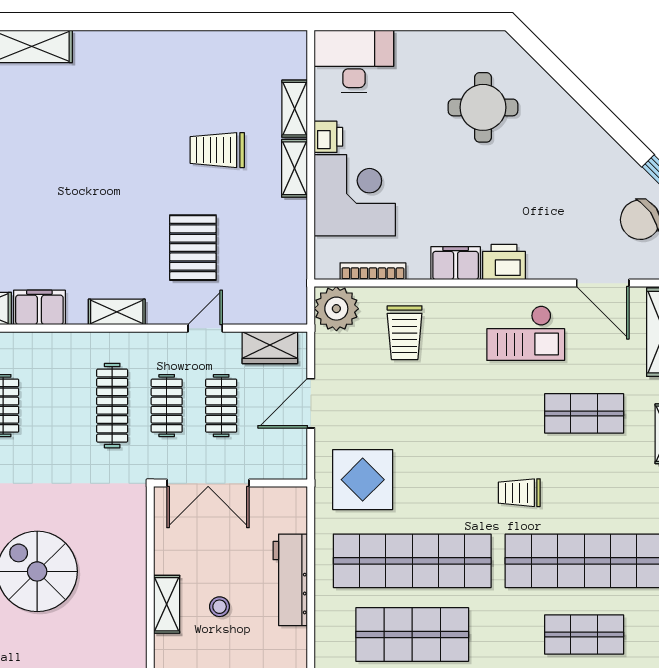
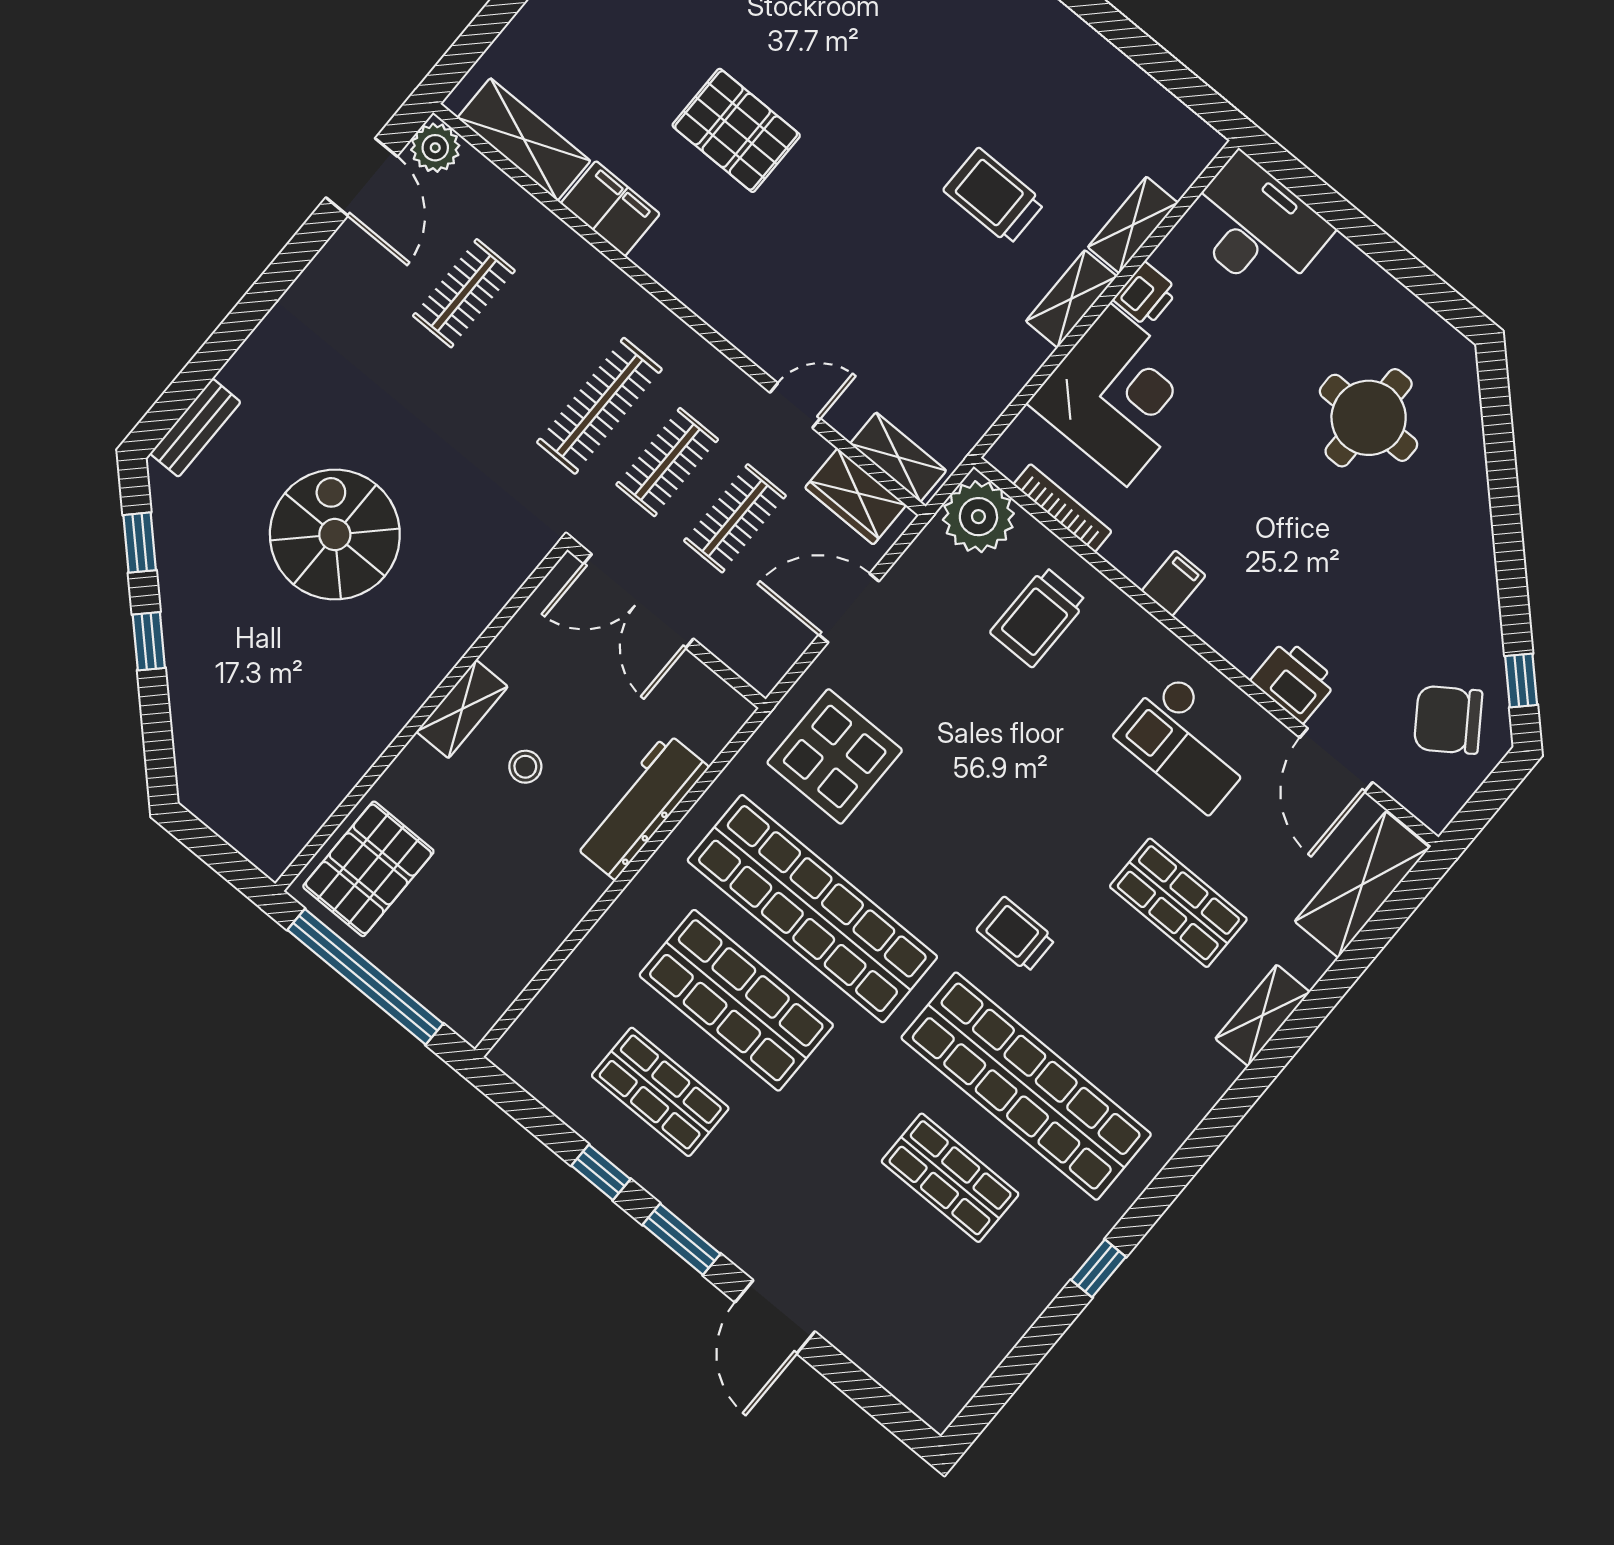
pallet: (193, 248) -> (736, 130), moved, turned 90
printer: (504, 262) -> (1294, 681), moved
filing cabinet: (456, 263) -> (1174, 583), width x0.50
shelving: (117, 312) -> (898, 457), moved

